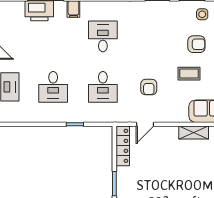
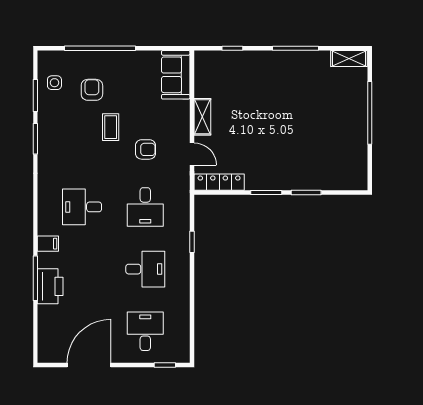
coffee table: (189, 74) -> (111, 127), moved
desk: (103, 87) -> (145, 207), turned 90
shelving: (194, 132) -> (202, 117), moved

